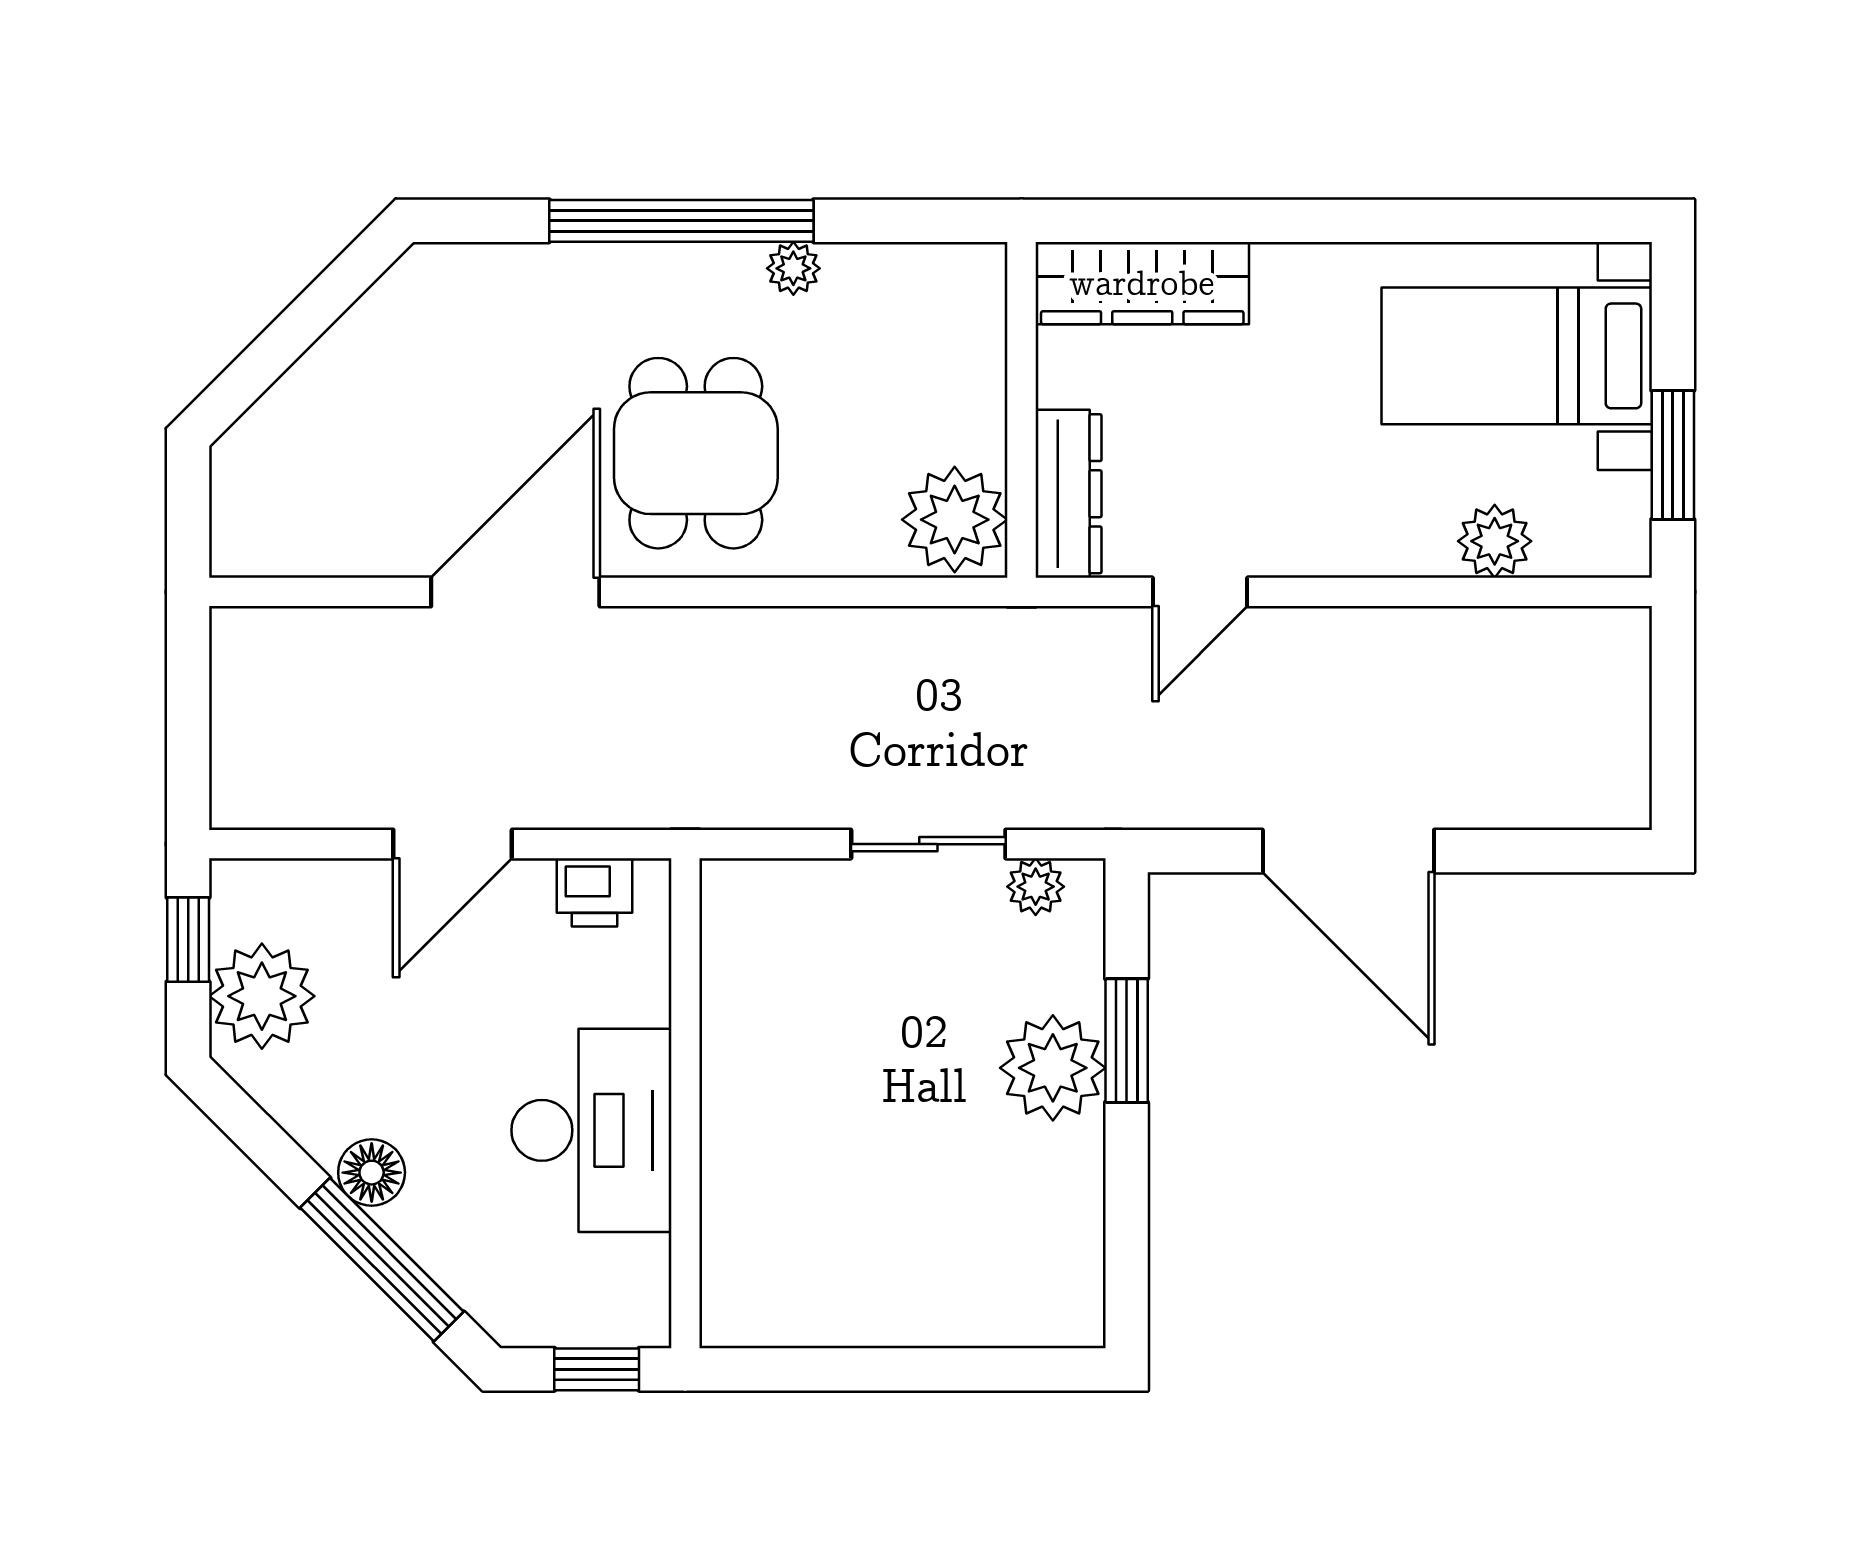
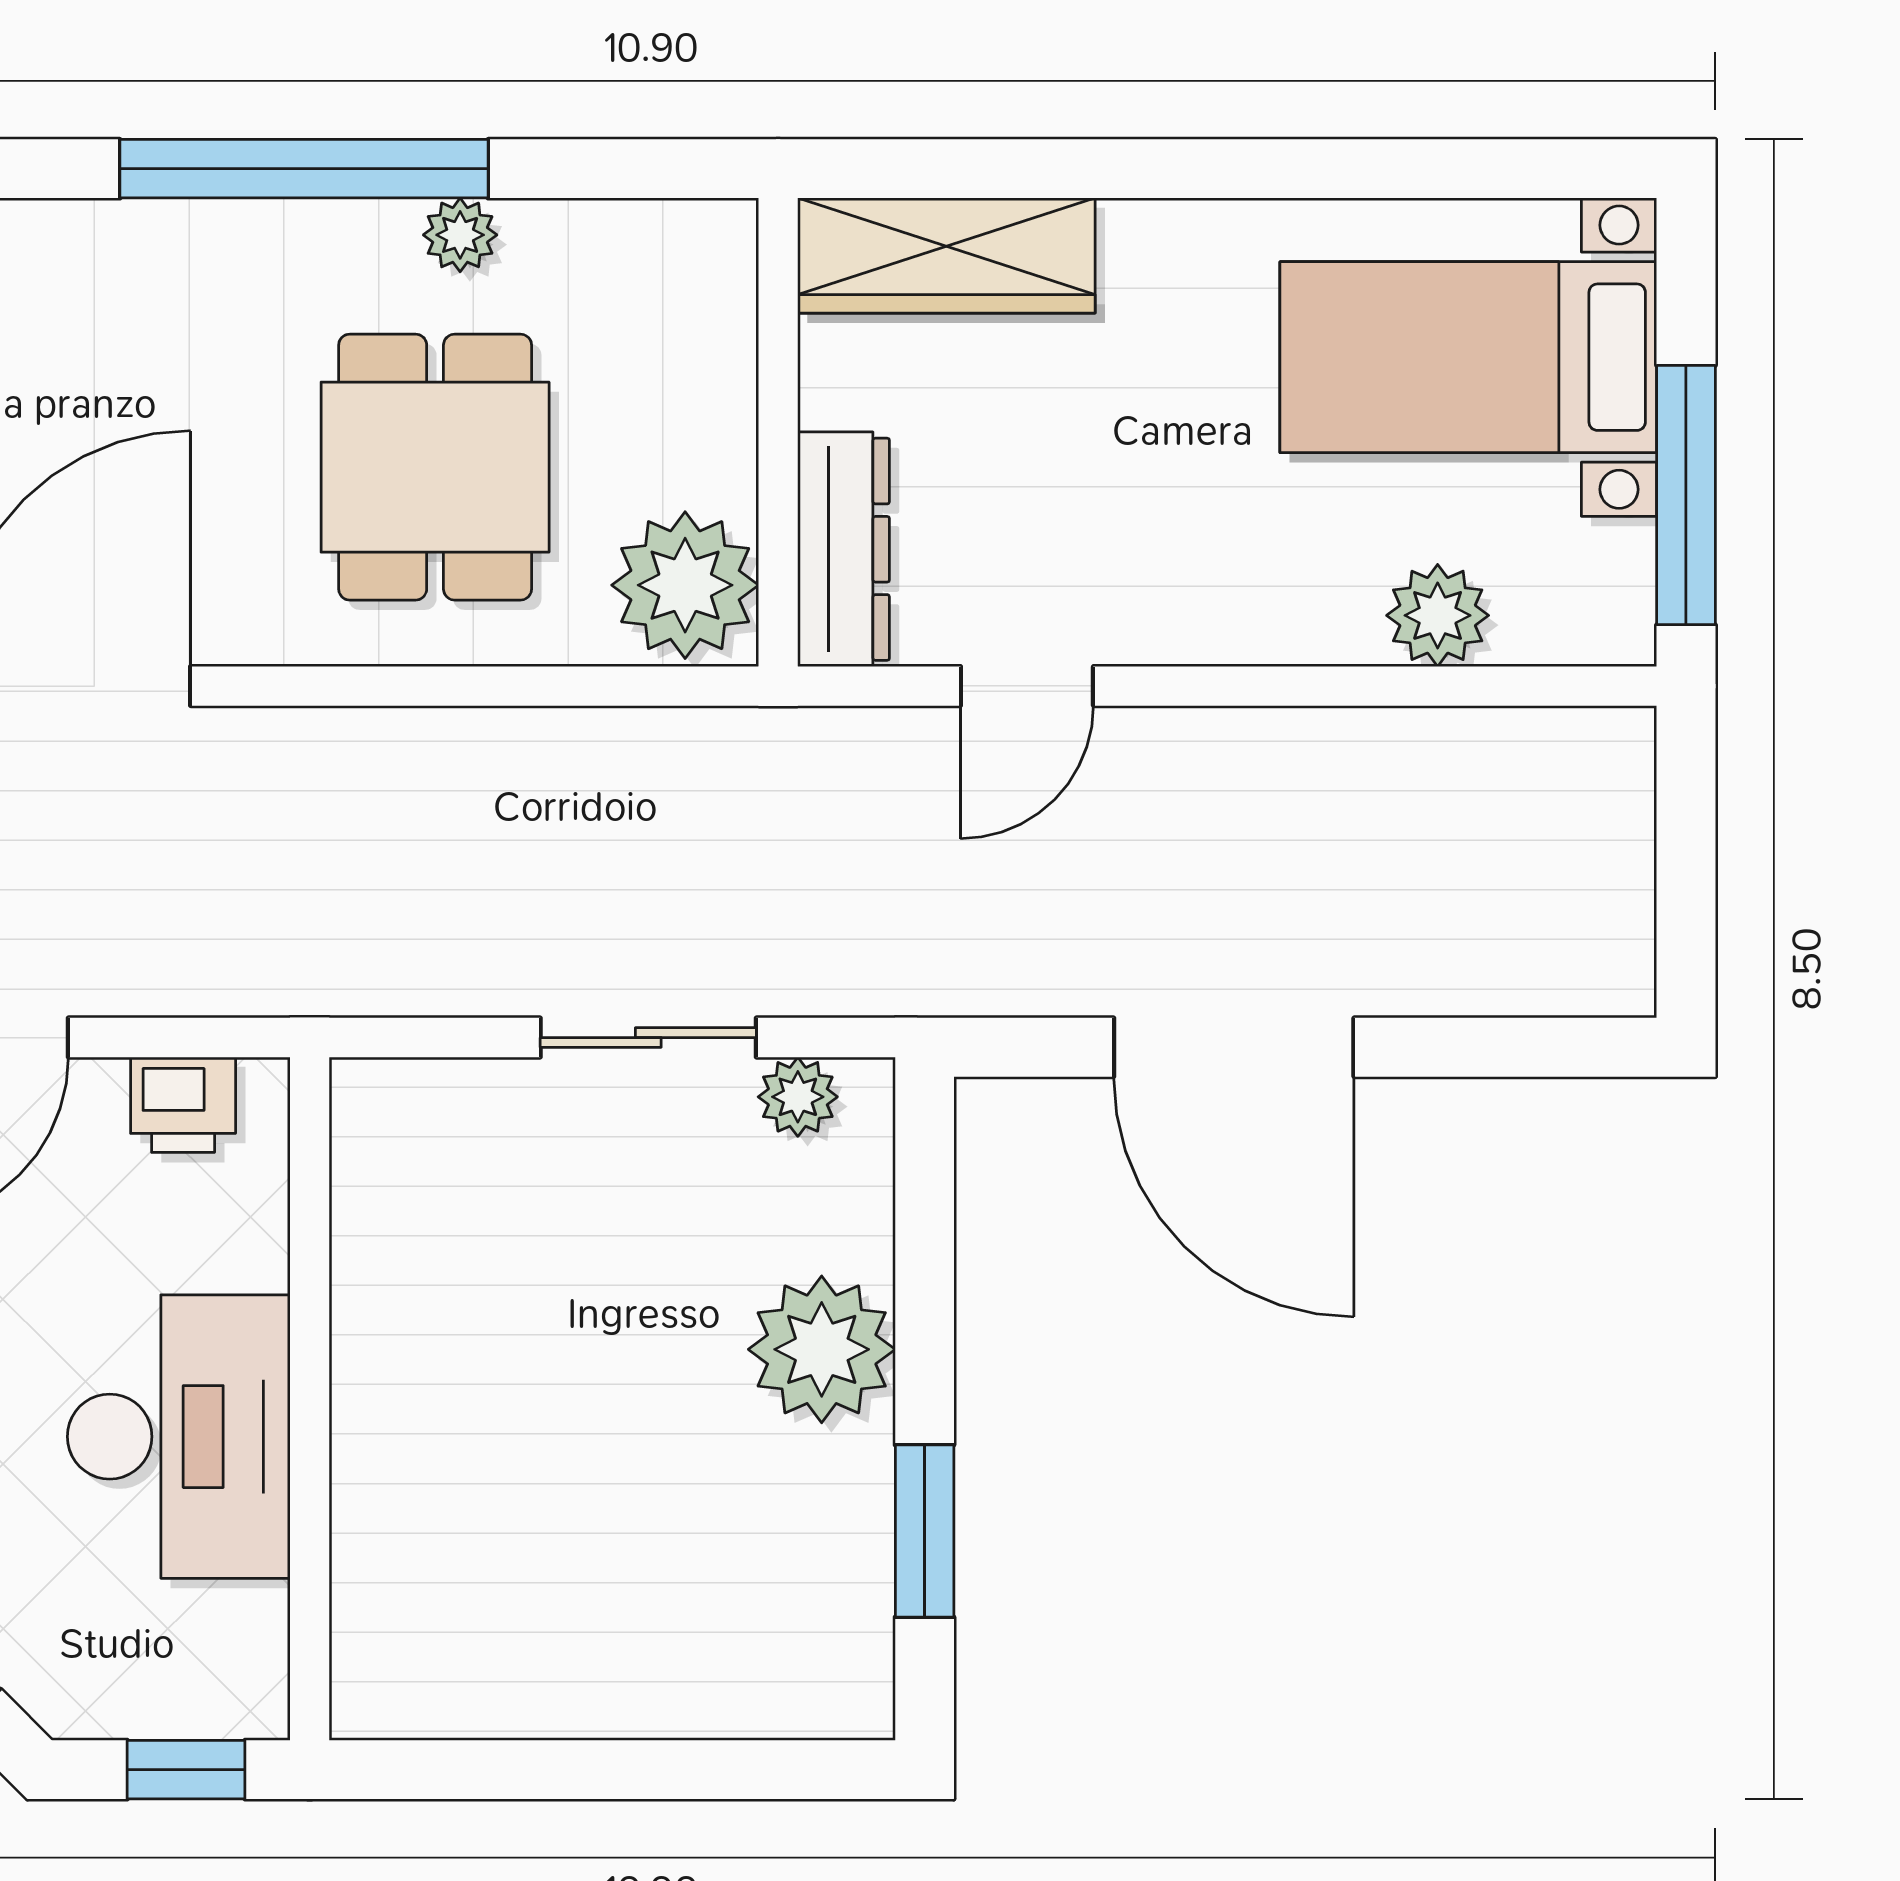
dining table: (696, 453) -> (435, 467), moved
window: (1673, 455) -> (1686, 495), width x1.44
window: (1127, 1041) -> (925, 1531), moved

